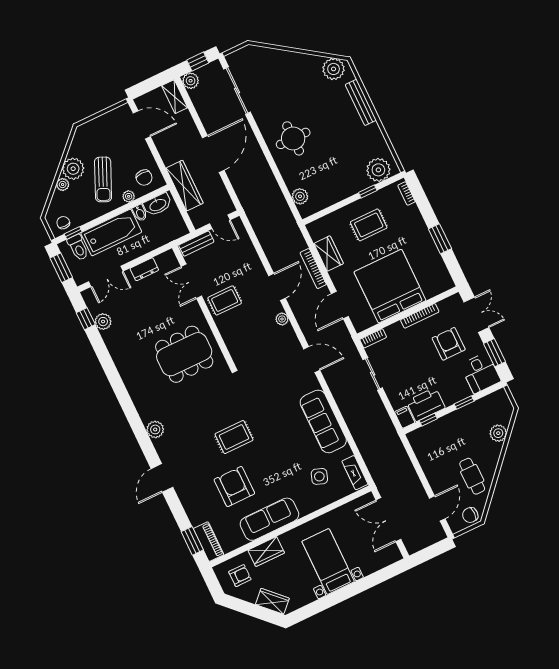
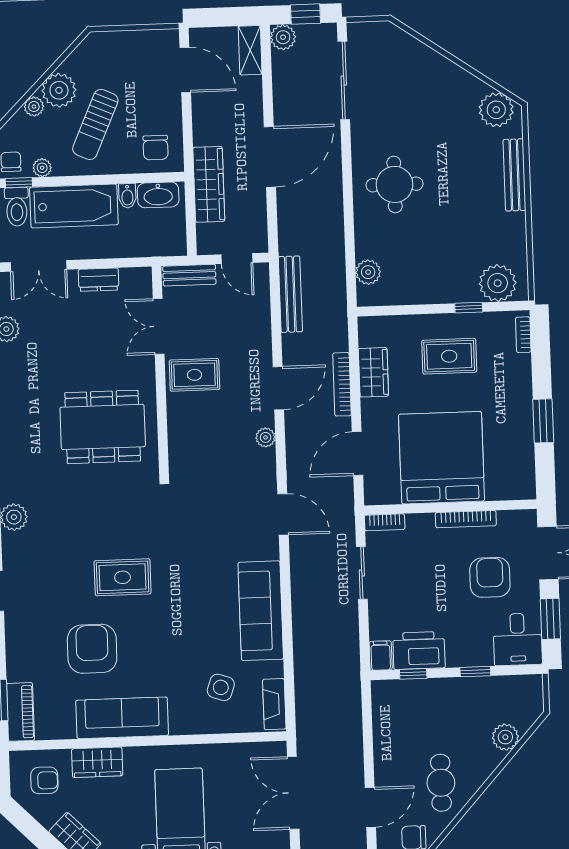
plant: (129, 196) -> (42, 168), moved
bench: (260, 229) -> (290, 294), added

